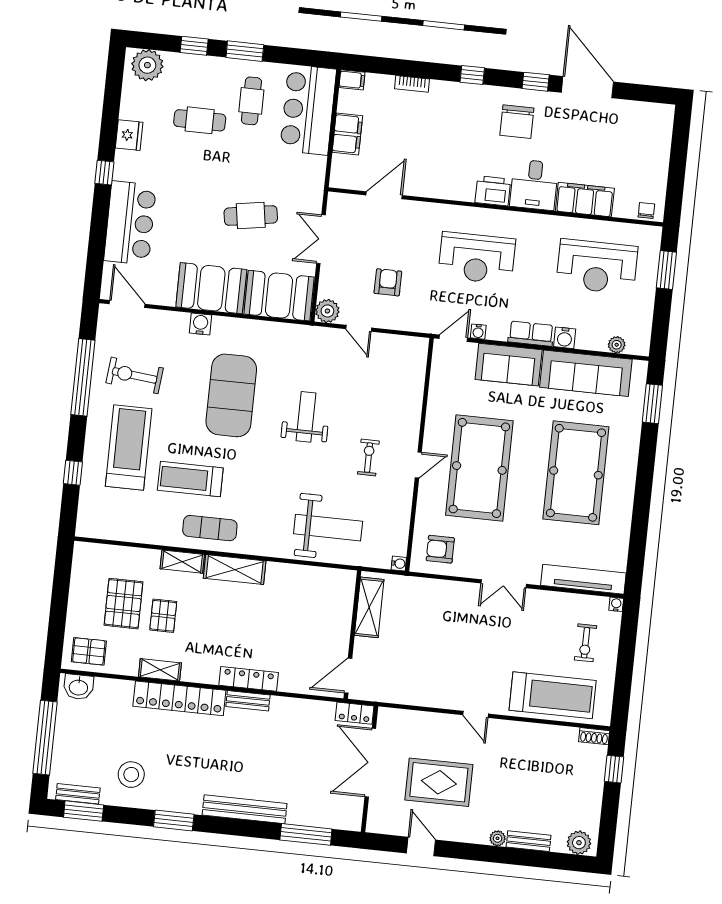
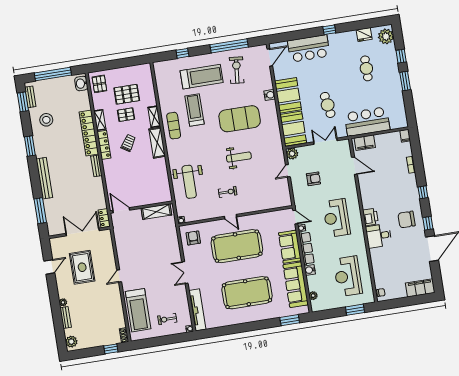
cafe table: (251, 101) -> (382, 91), removed
bar counter: (308, 110) -> (367, 122), moved
filing cabinet: (347, 134) -> (365, 143), moved
fridge: (129, 135) -> (364, 35), moved
filing cabinet: (585, 200) -> (420, 288), moved, turned -90
row of seats: (531, 334) -> (307, 248), width x1.48
trolley: (220, 626) -> (128, 143), added
locker: (249, 679) -> (104, 145), moved

